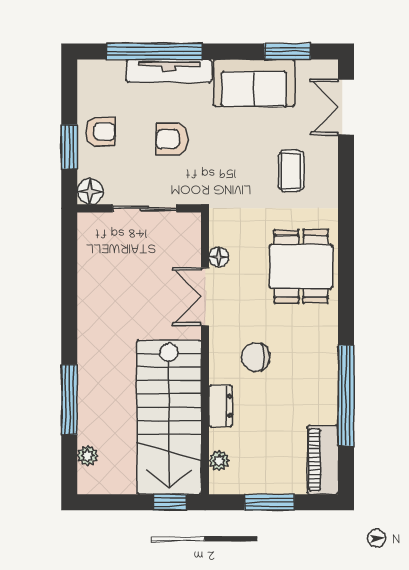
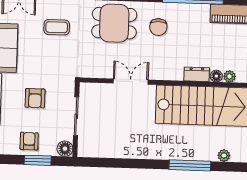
floor lamp: (219, 257) -> (216, 76), moved
double door: (205, 297) -> (131, 82), swing flipped
chair: (256, 357) -> (158, 27), moved

